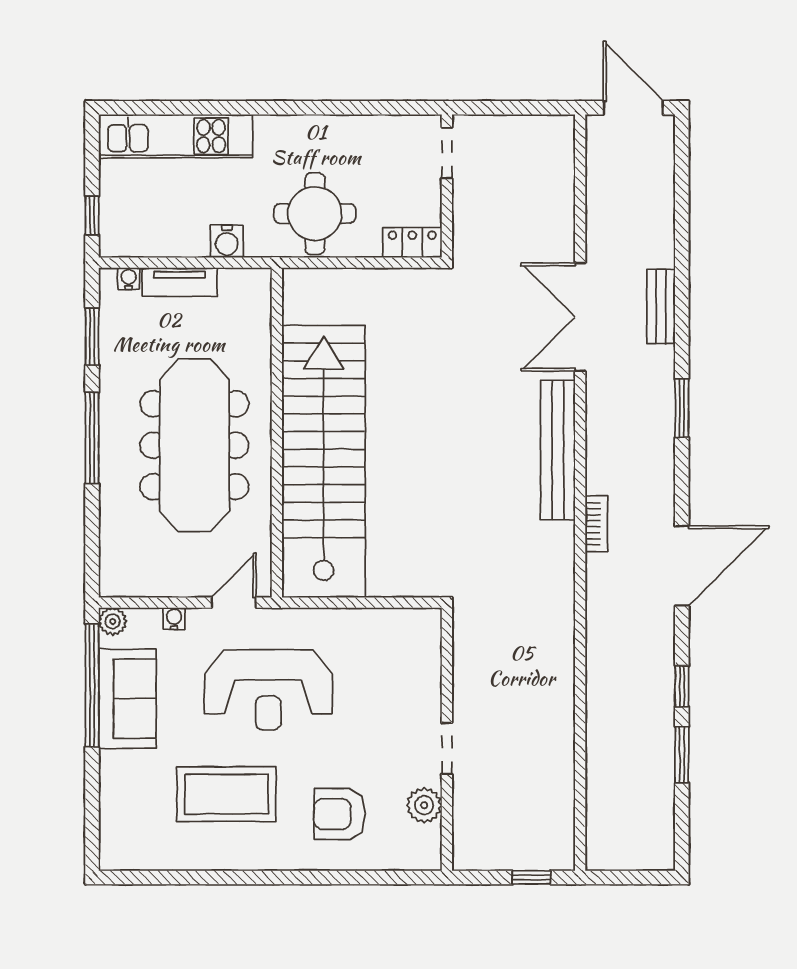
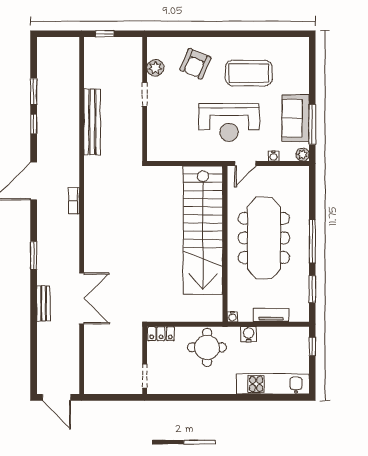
water cooler: (129, 278) -> (232, 317), moved
bench: (558, 450) -> (92, 122), moved
window: (92, 685) -> (312, 124), width x0.68
reception desk: (268, 690) -> (229, 122), turned 180
armchair: (340, 814) -> (195, 64), turned 113

